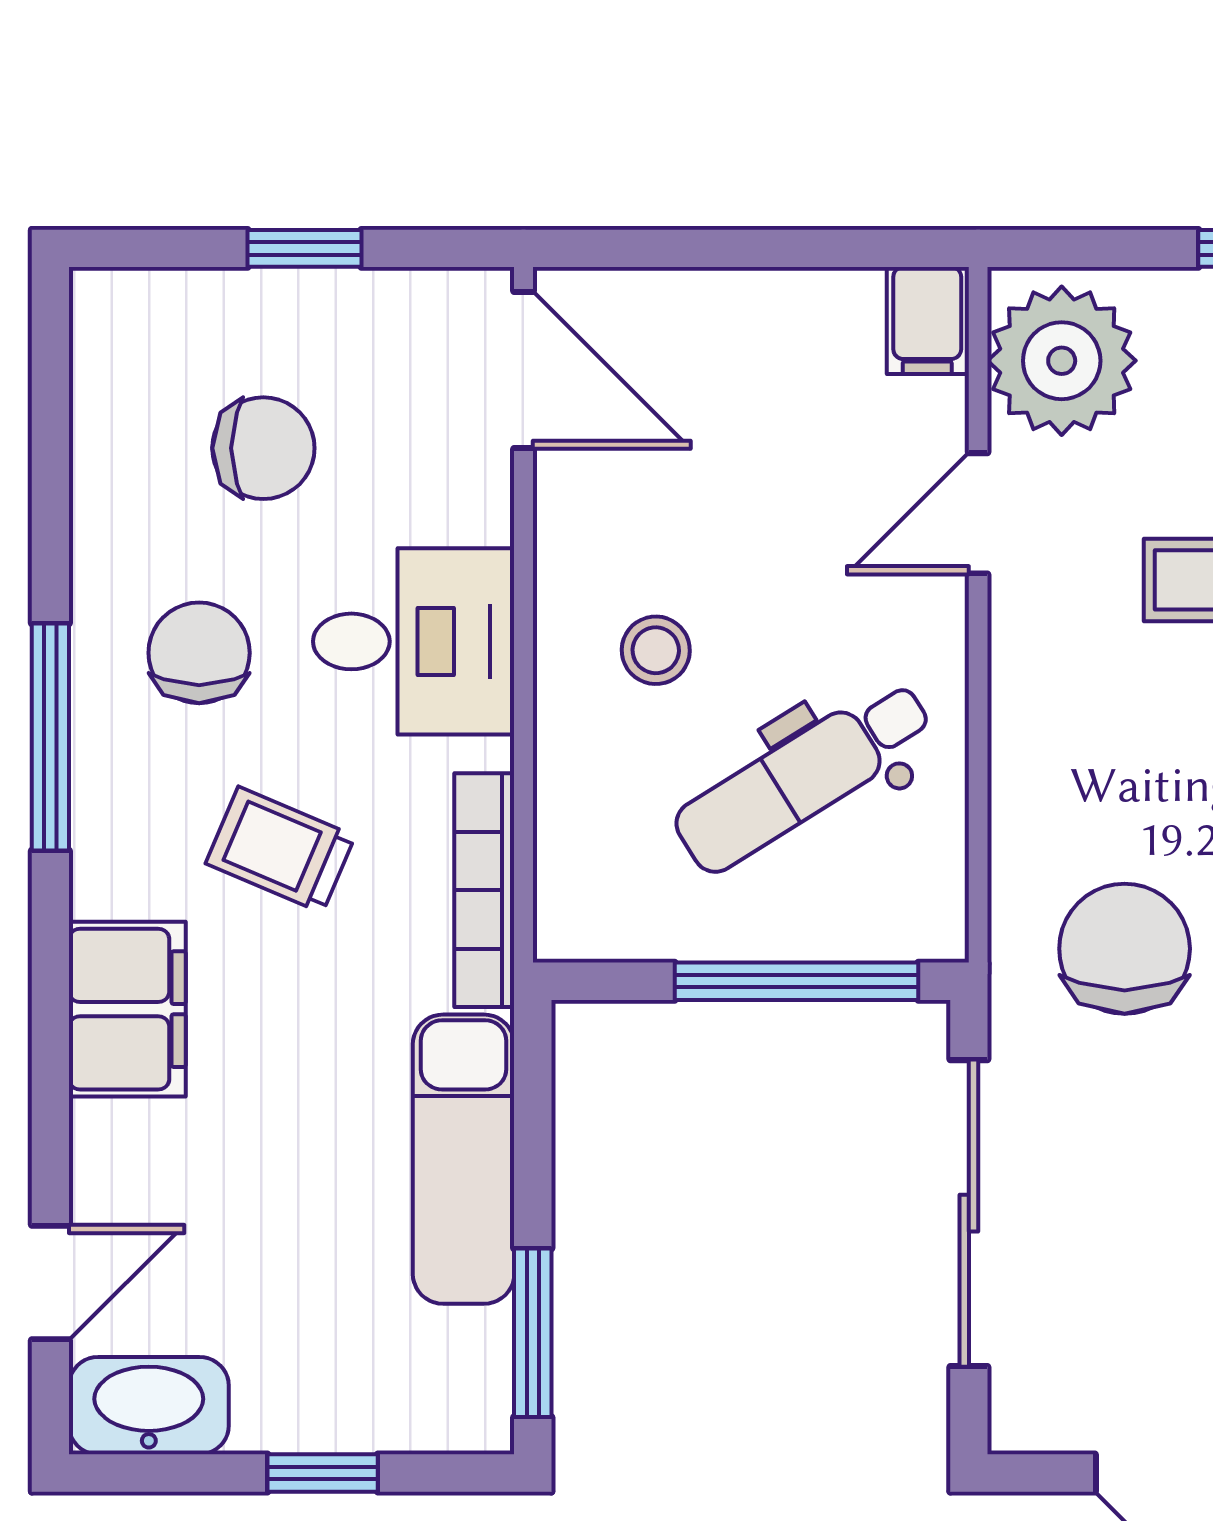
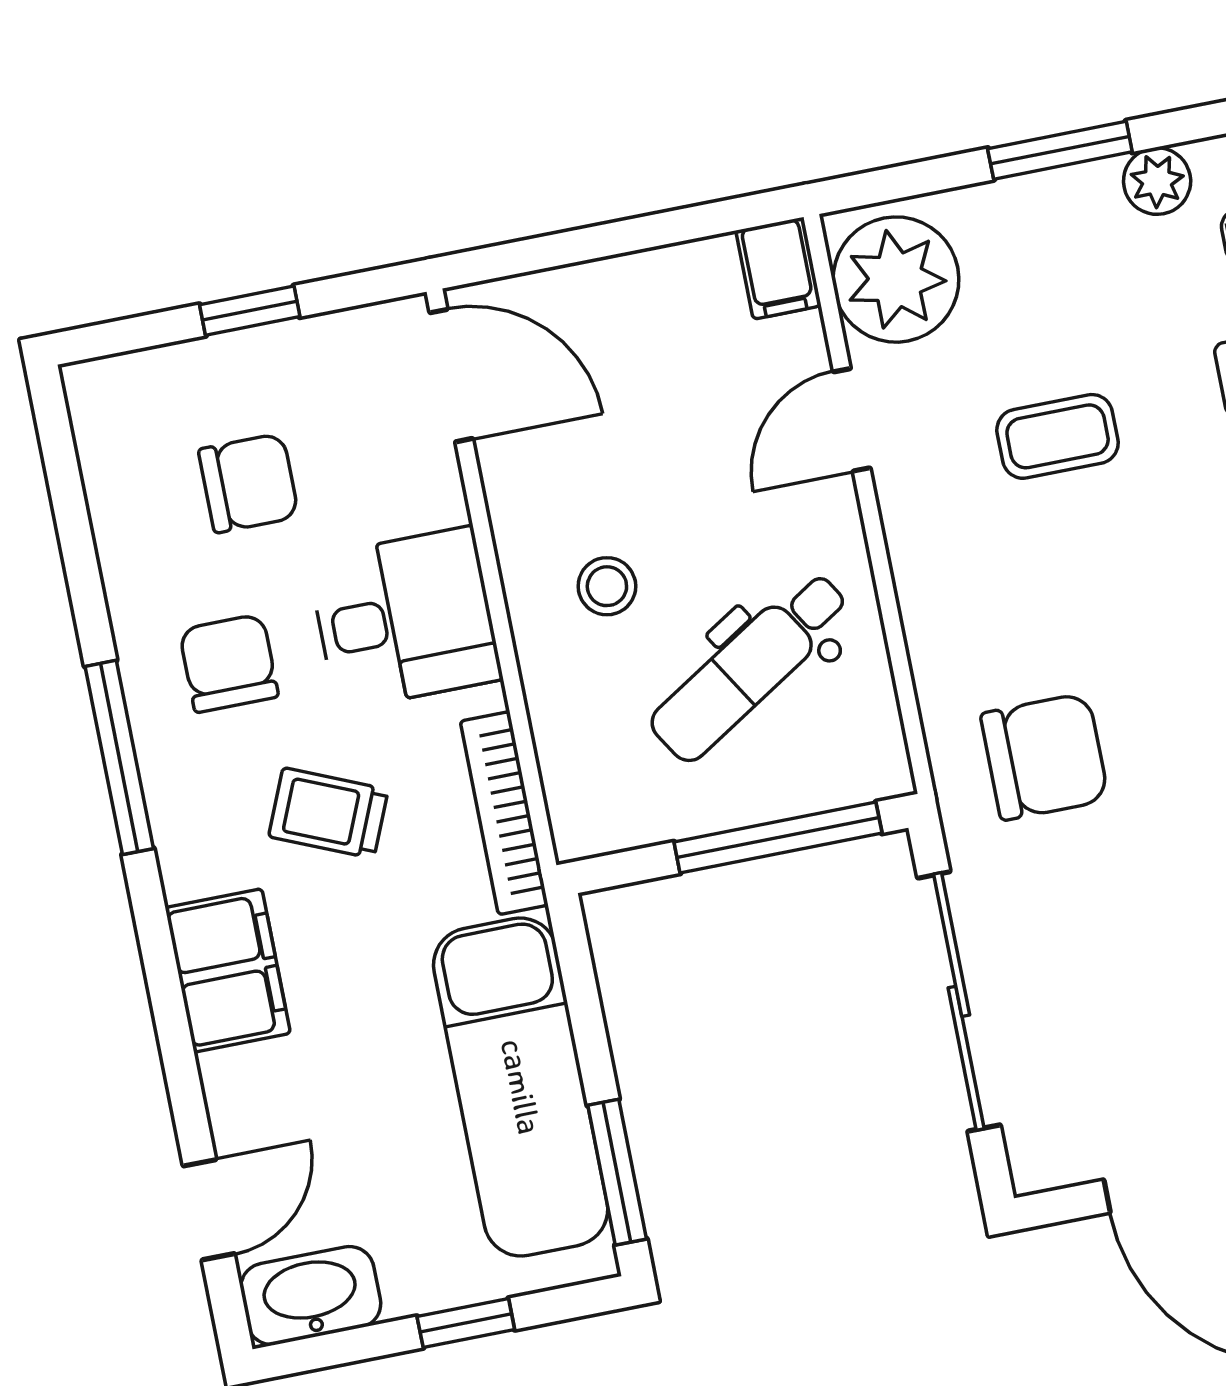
chair: (1125, 949) -> (1045, 757), turned 90
exam couch: (464, 1159) -> (521, 1087), width x1.36, depth x1.45

